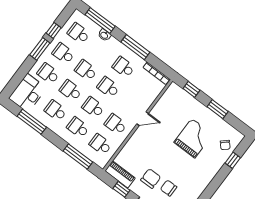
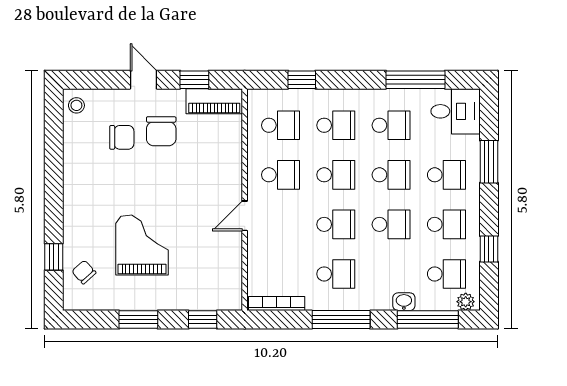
plant: (79, 16) -> (466, 302), added
window: (40, 49) -> (489, 162), moved
desk: (28, 93) -> (456, 111), width x0.73
grand piano: (193, 138) -> (142, 245), turned 180
window: (78, 156) -> (302, 80), width x0.46

